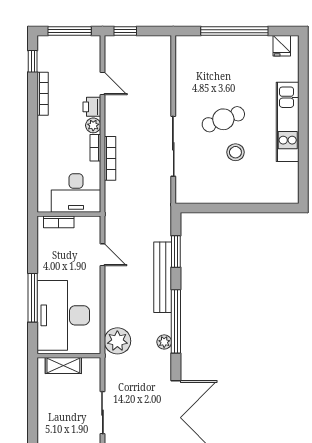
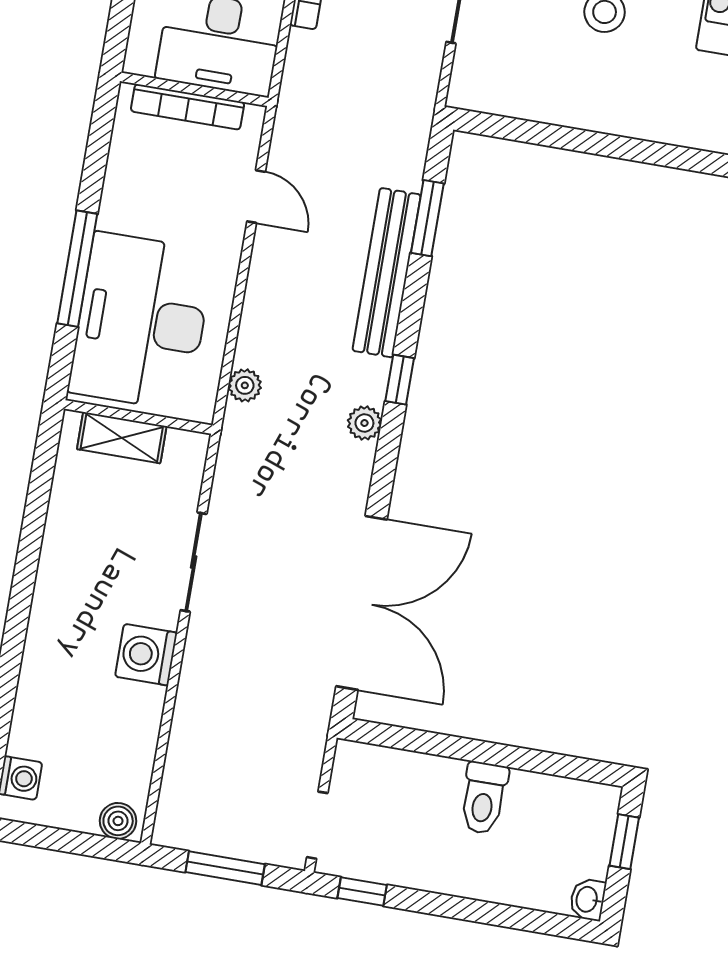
bookcase: (59, 222) -> (188, 107), width x1.56
window: (176, 321) -> (400, 380), width x0.32
plant: (117, 341) -> (245, 385), width x0.53, depth x0.53

